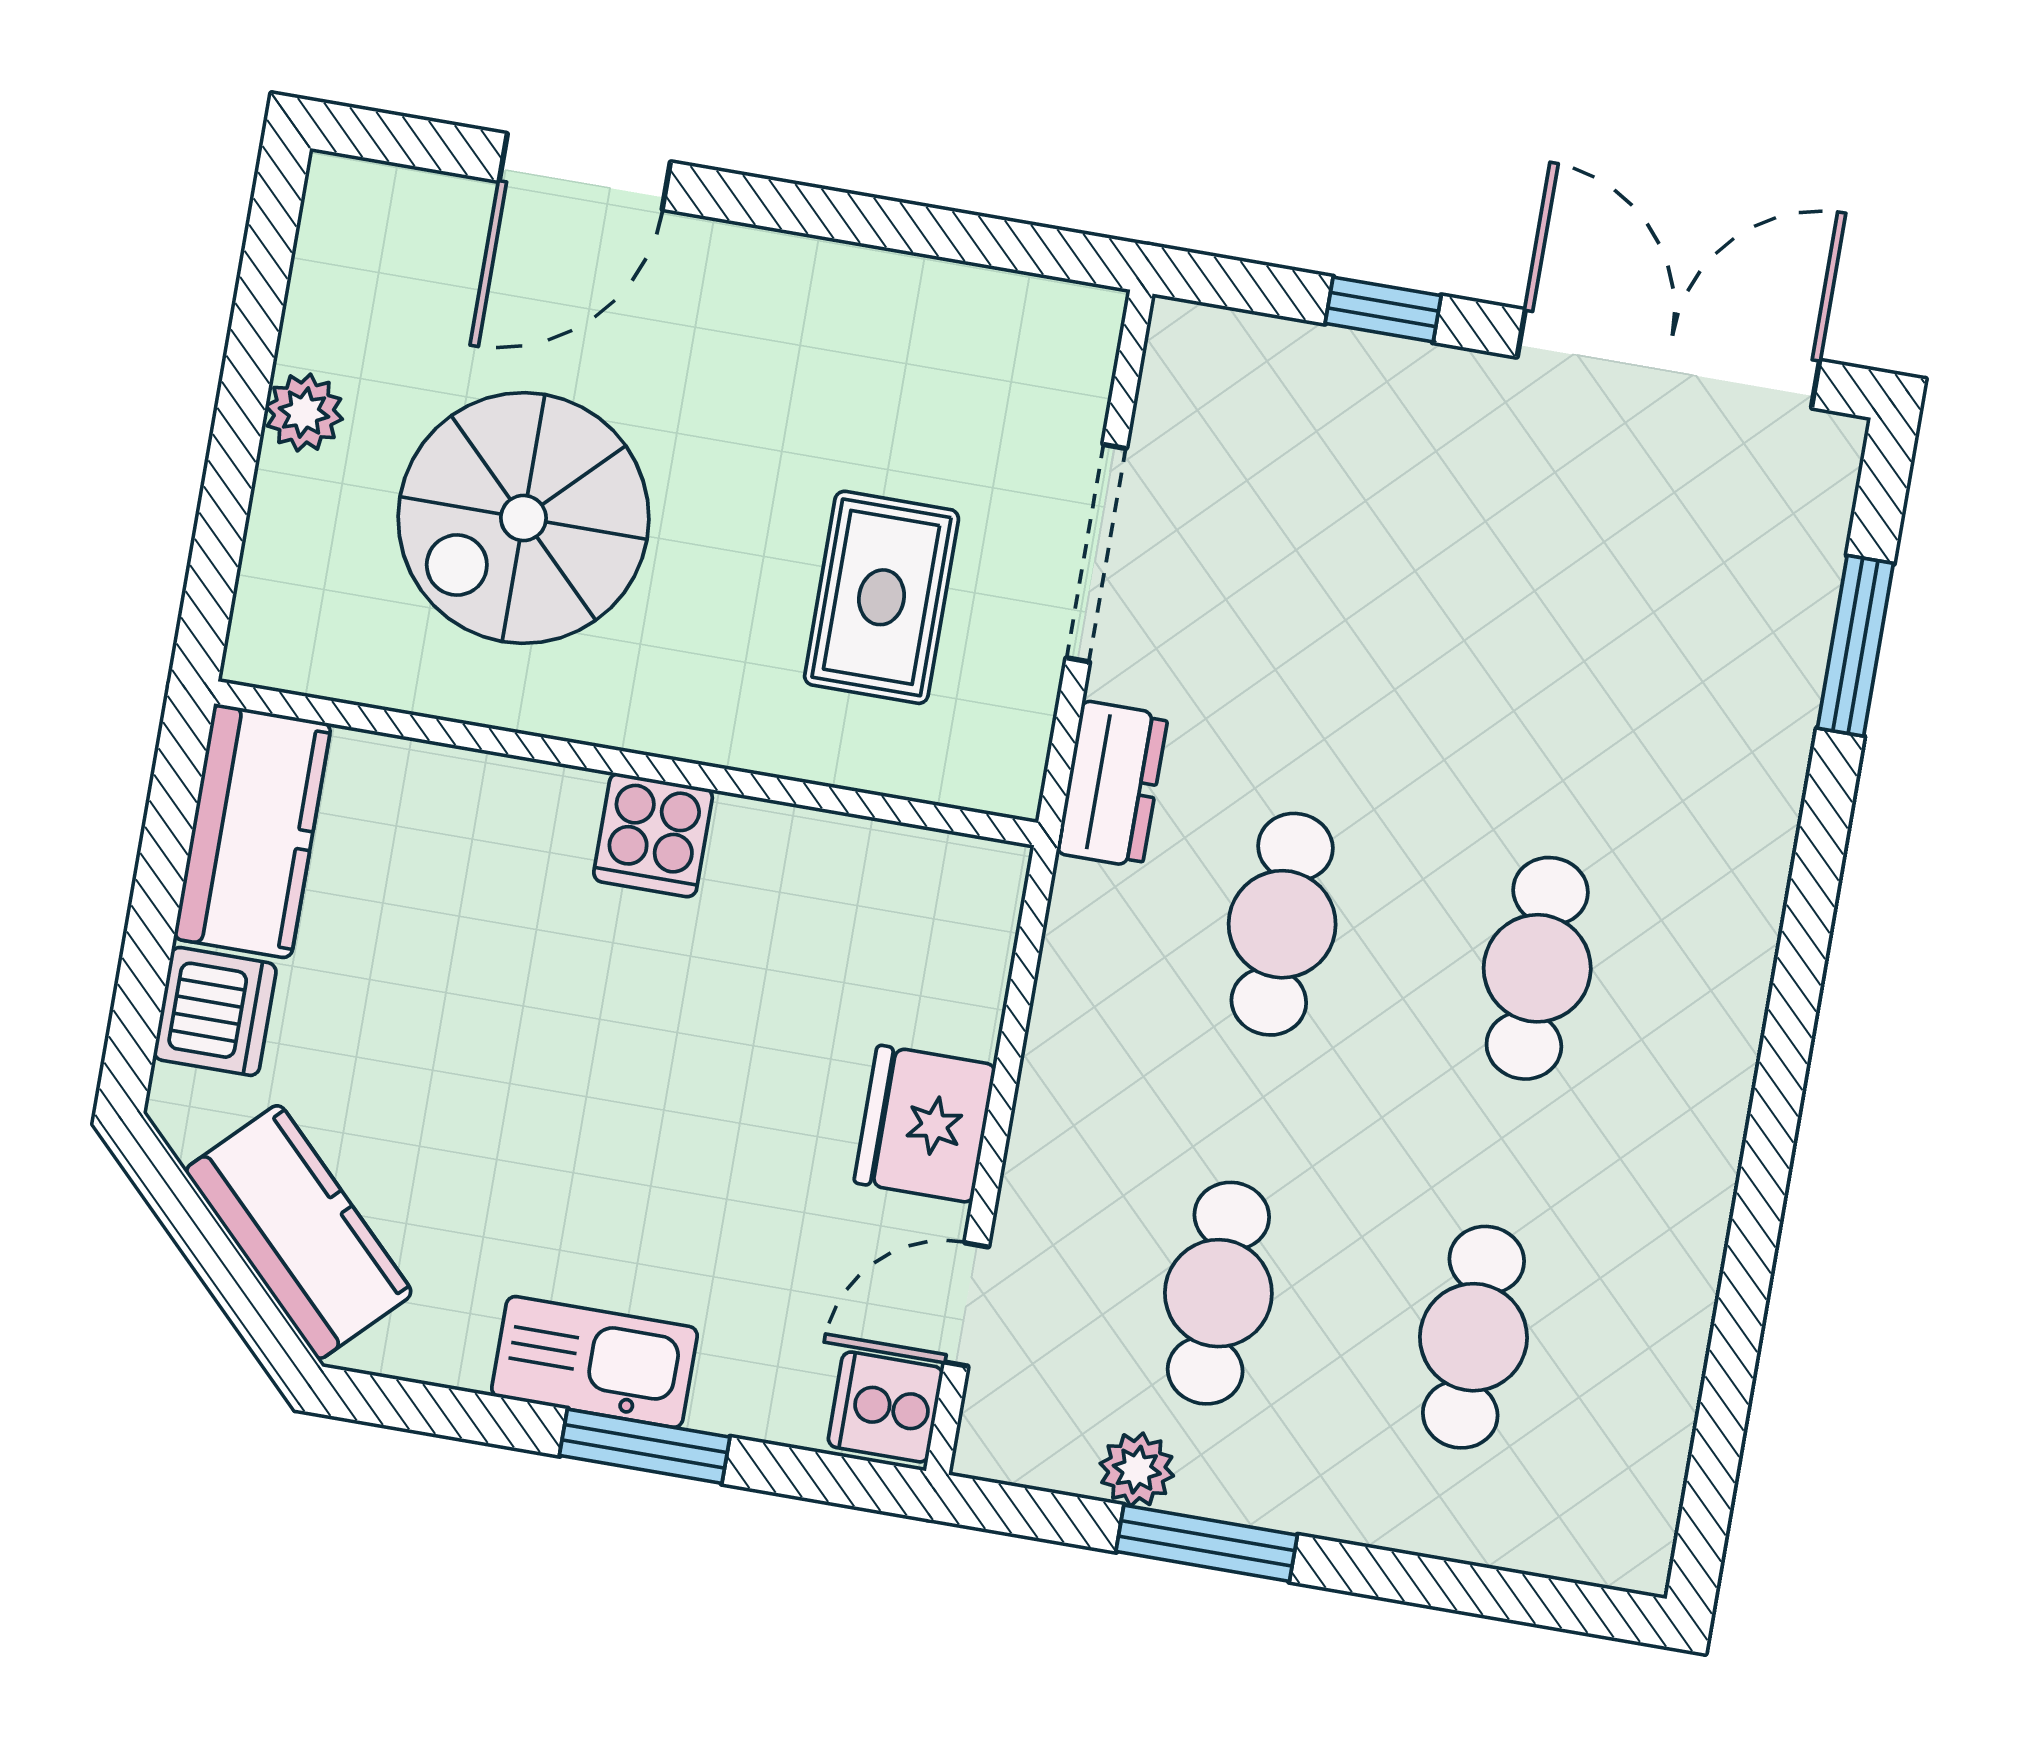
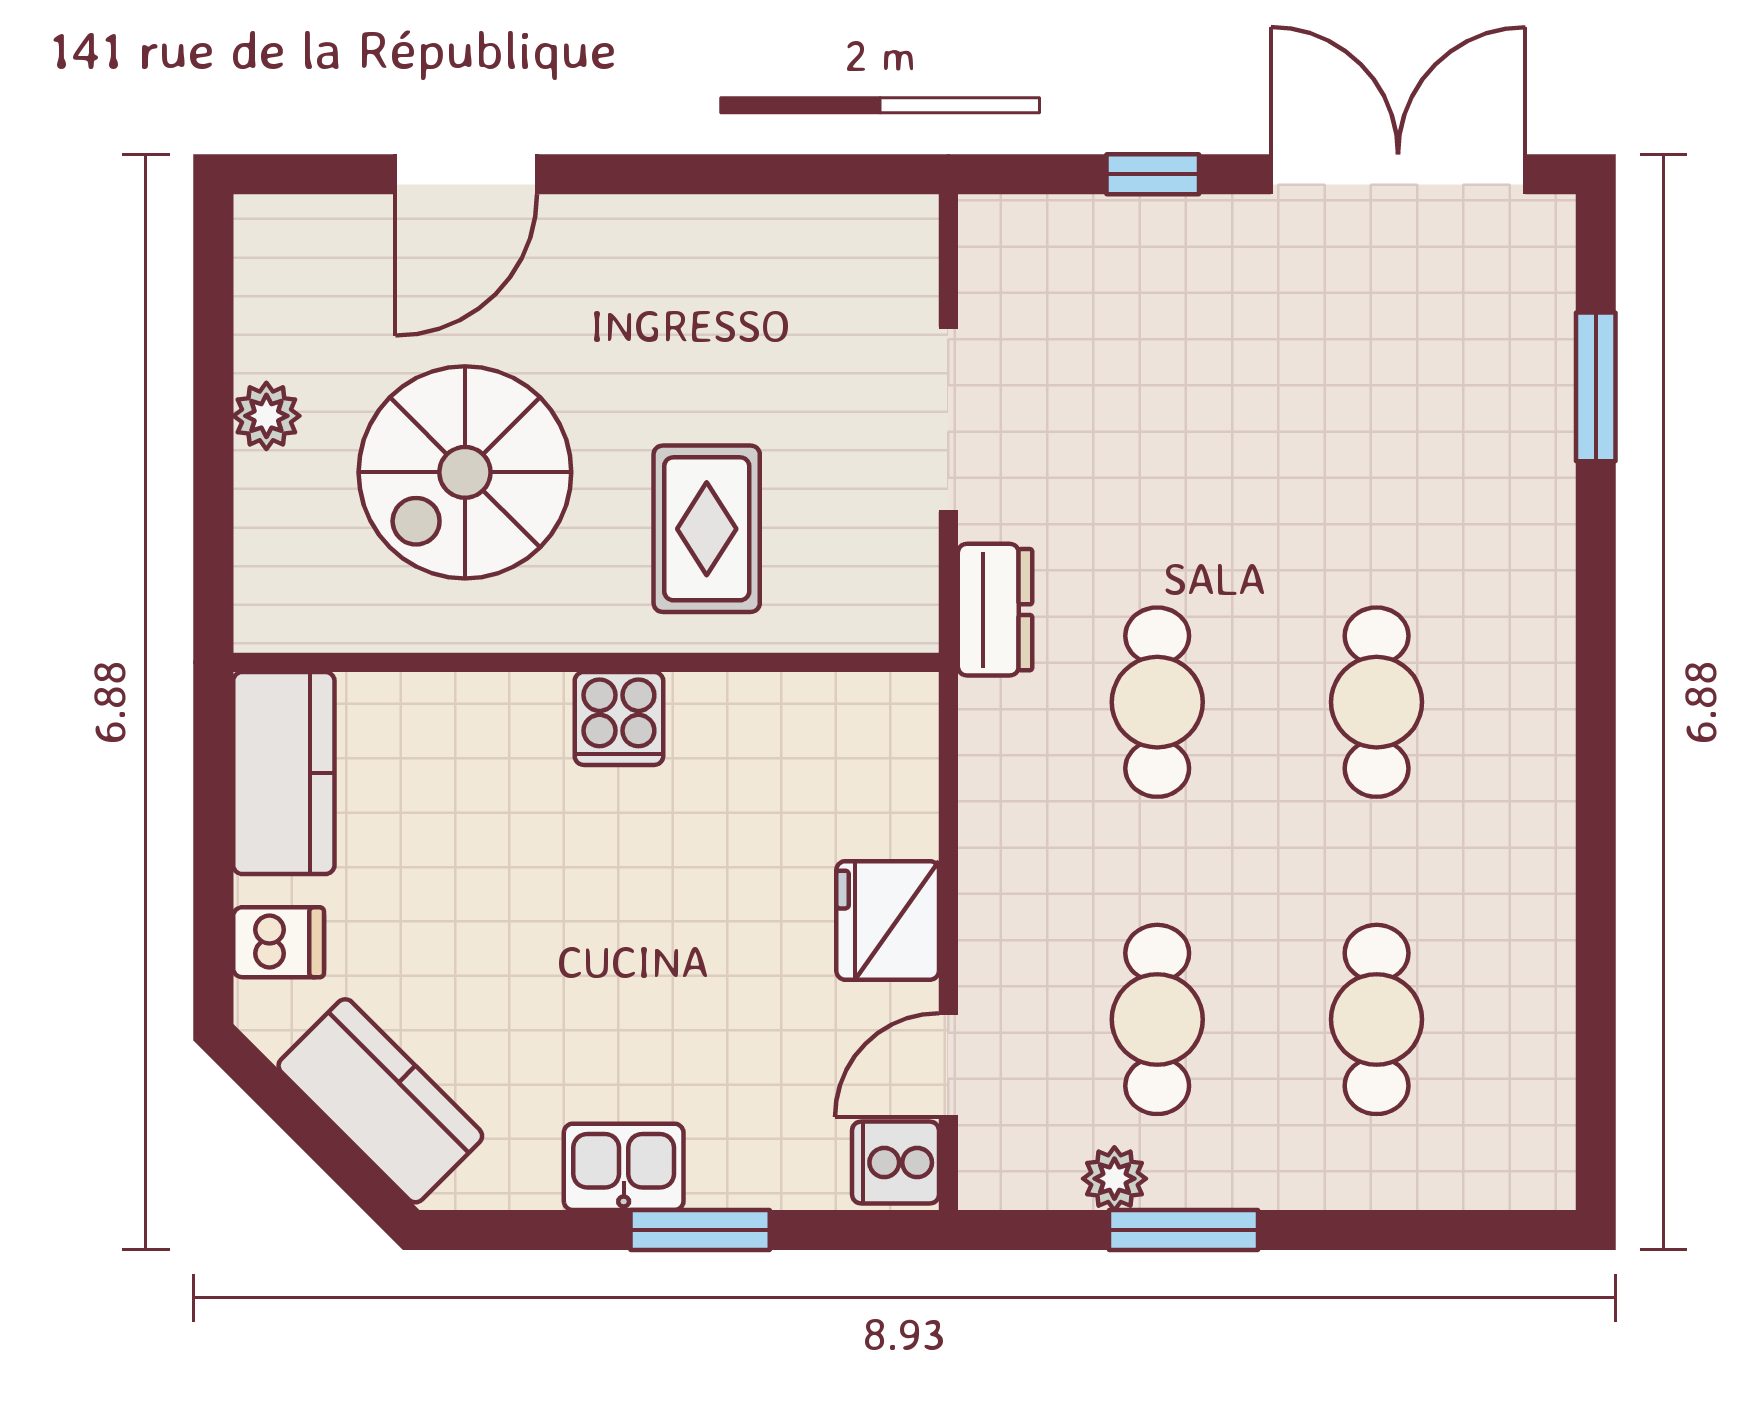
rug: (882, 597) -> (707, 529), moved
dishwasher: (215, 1011) -> (279, 942), width x0.73
kitchen sink: (595, 1362) -> (624, 1167), width x0.73

